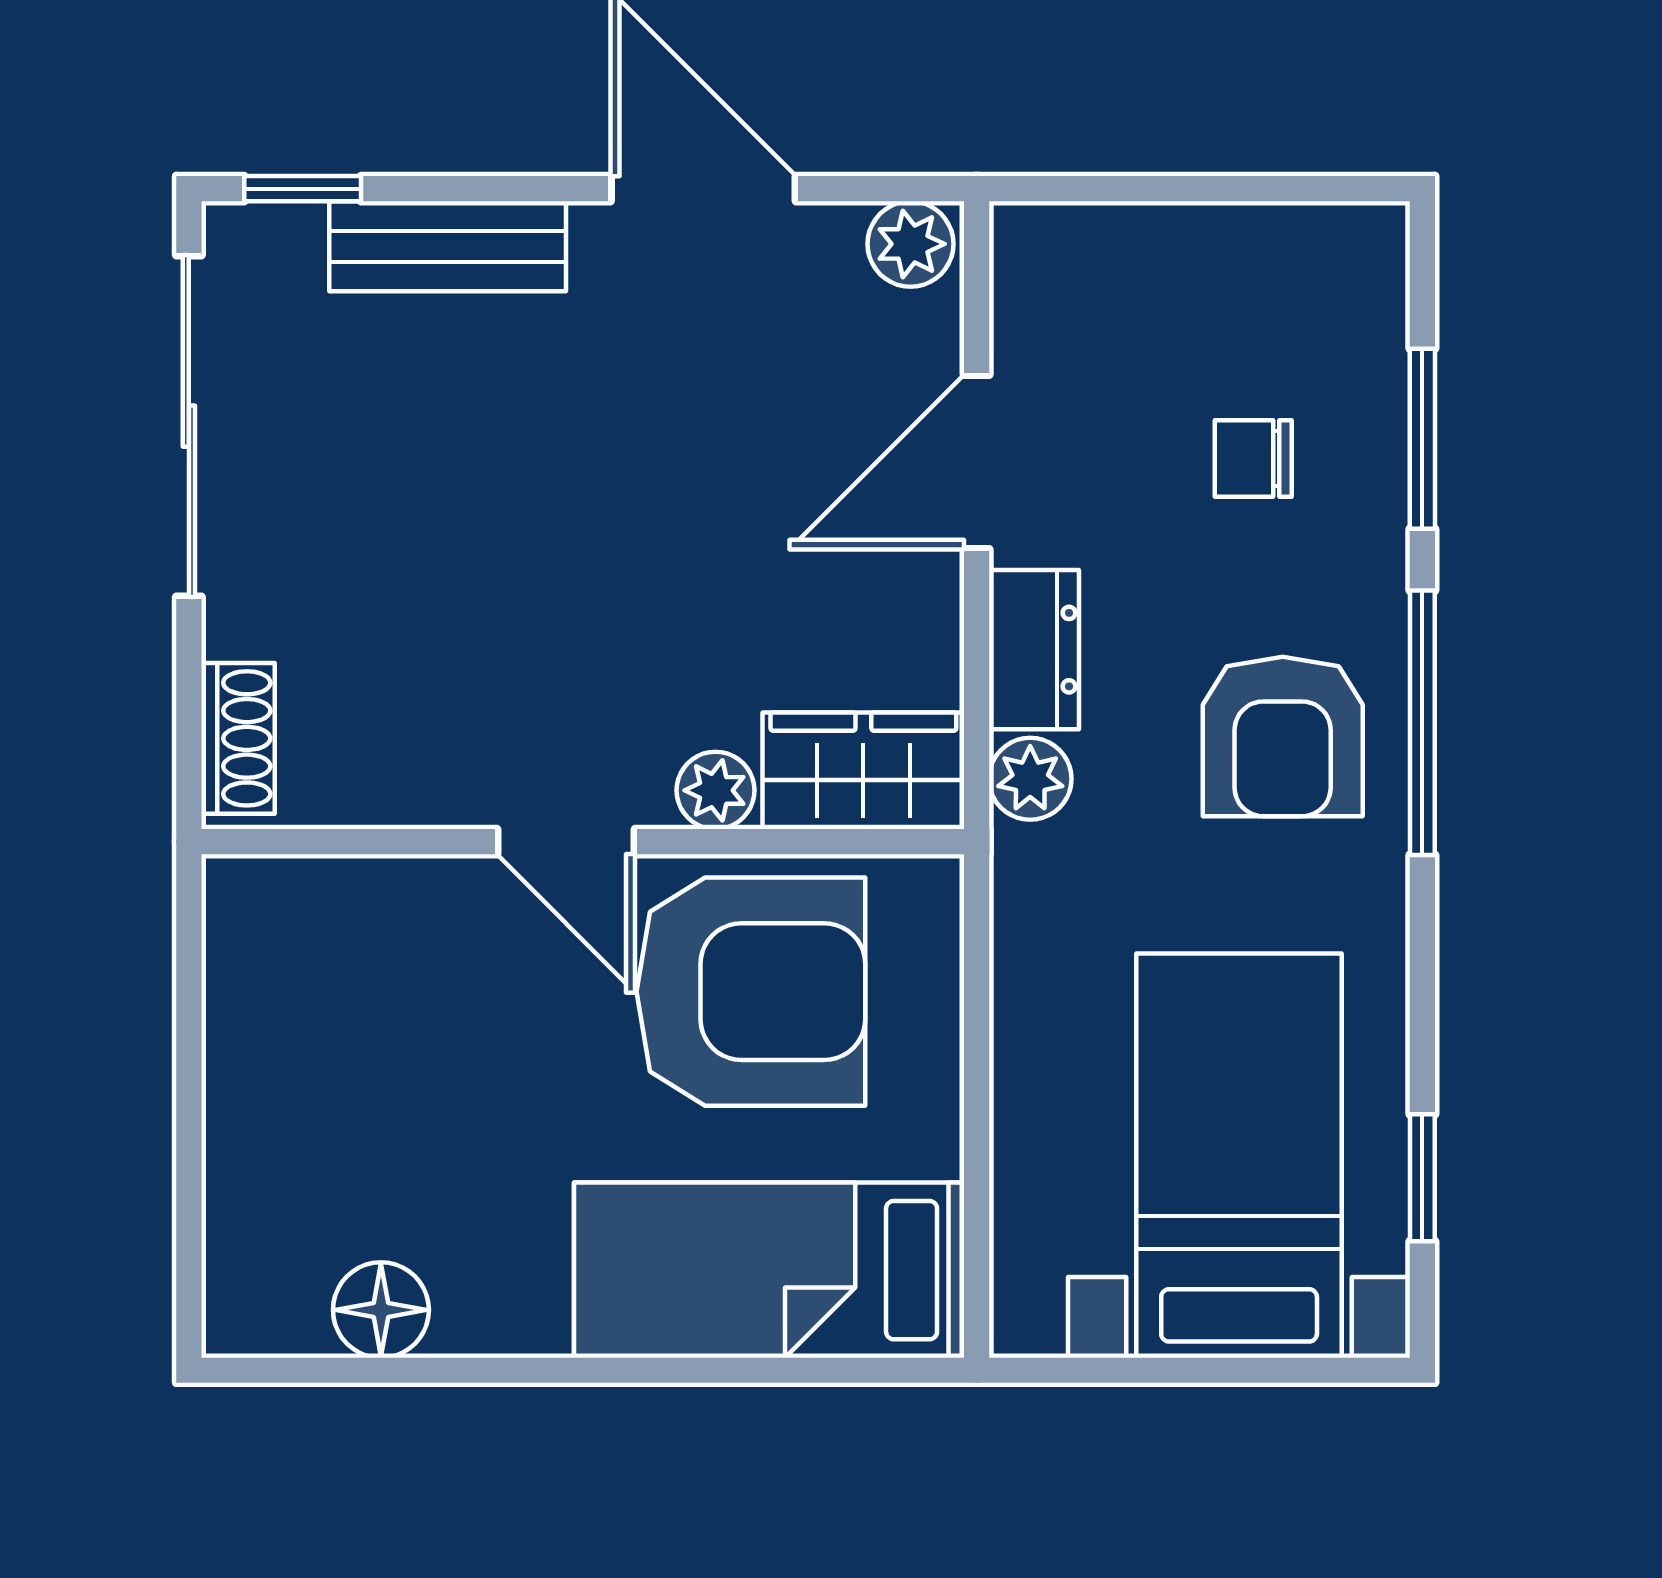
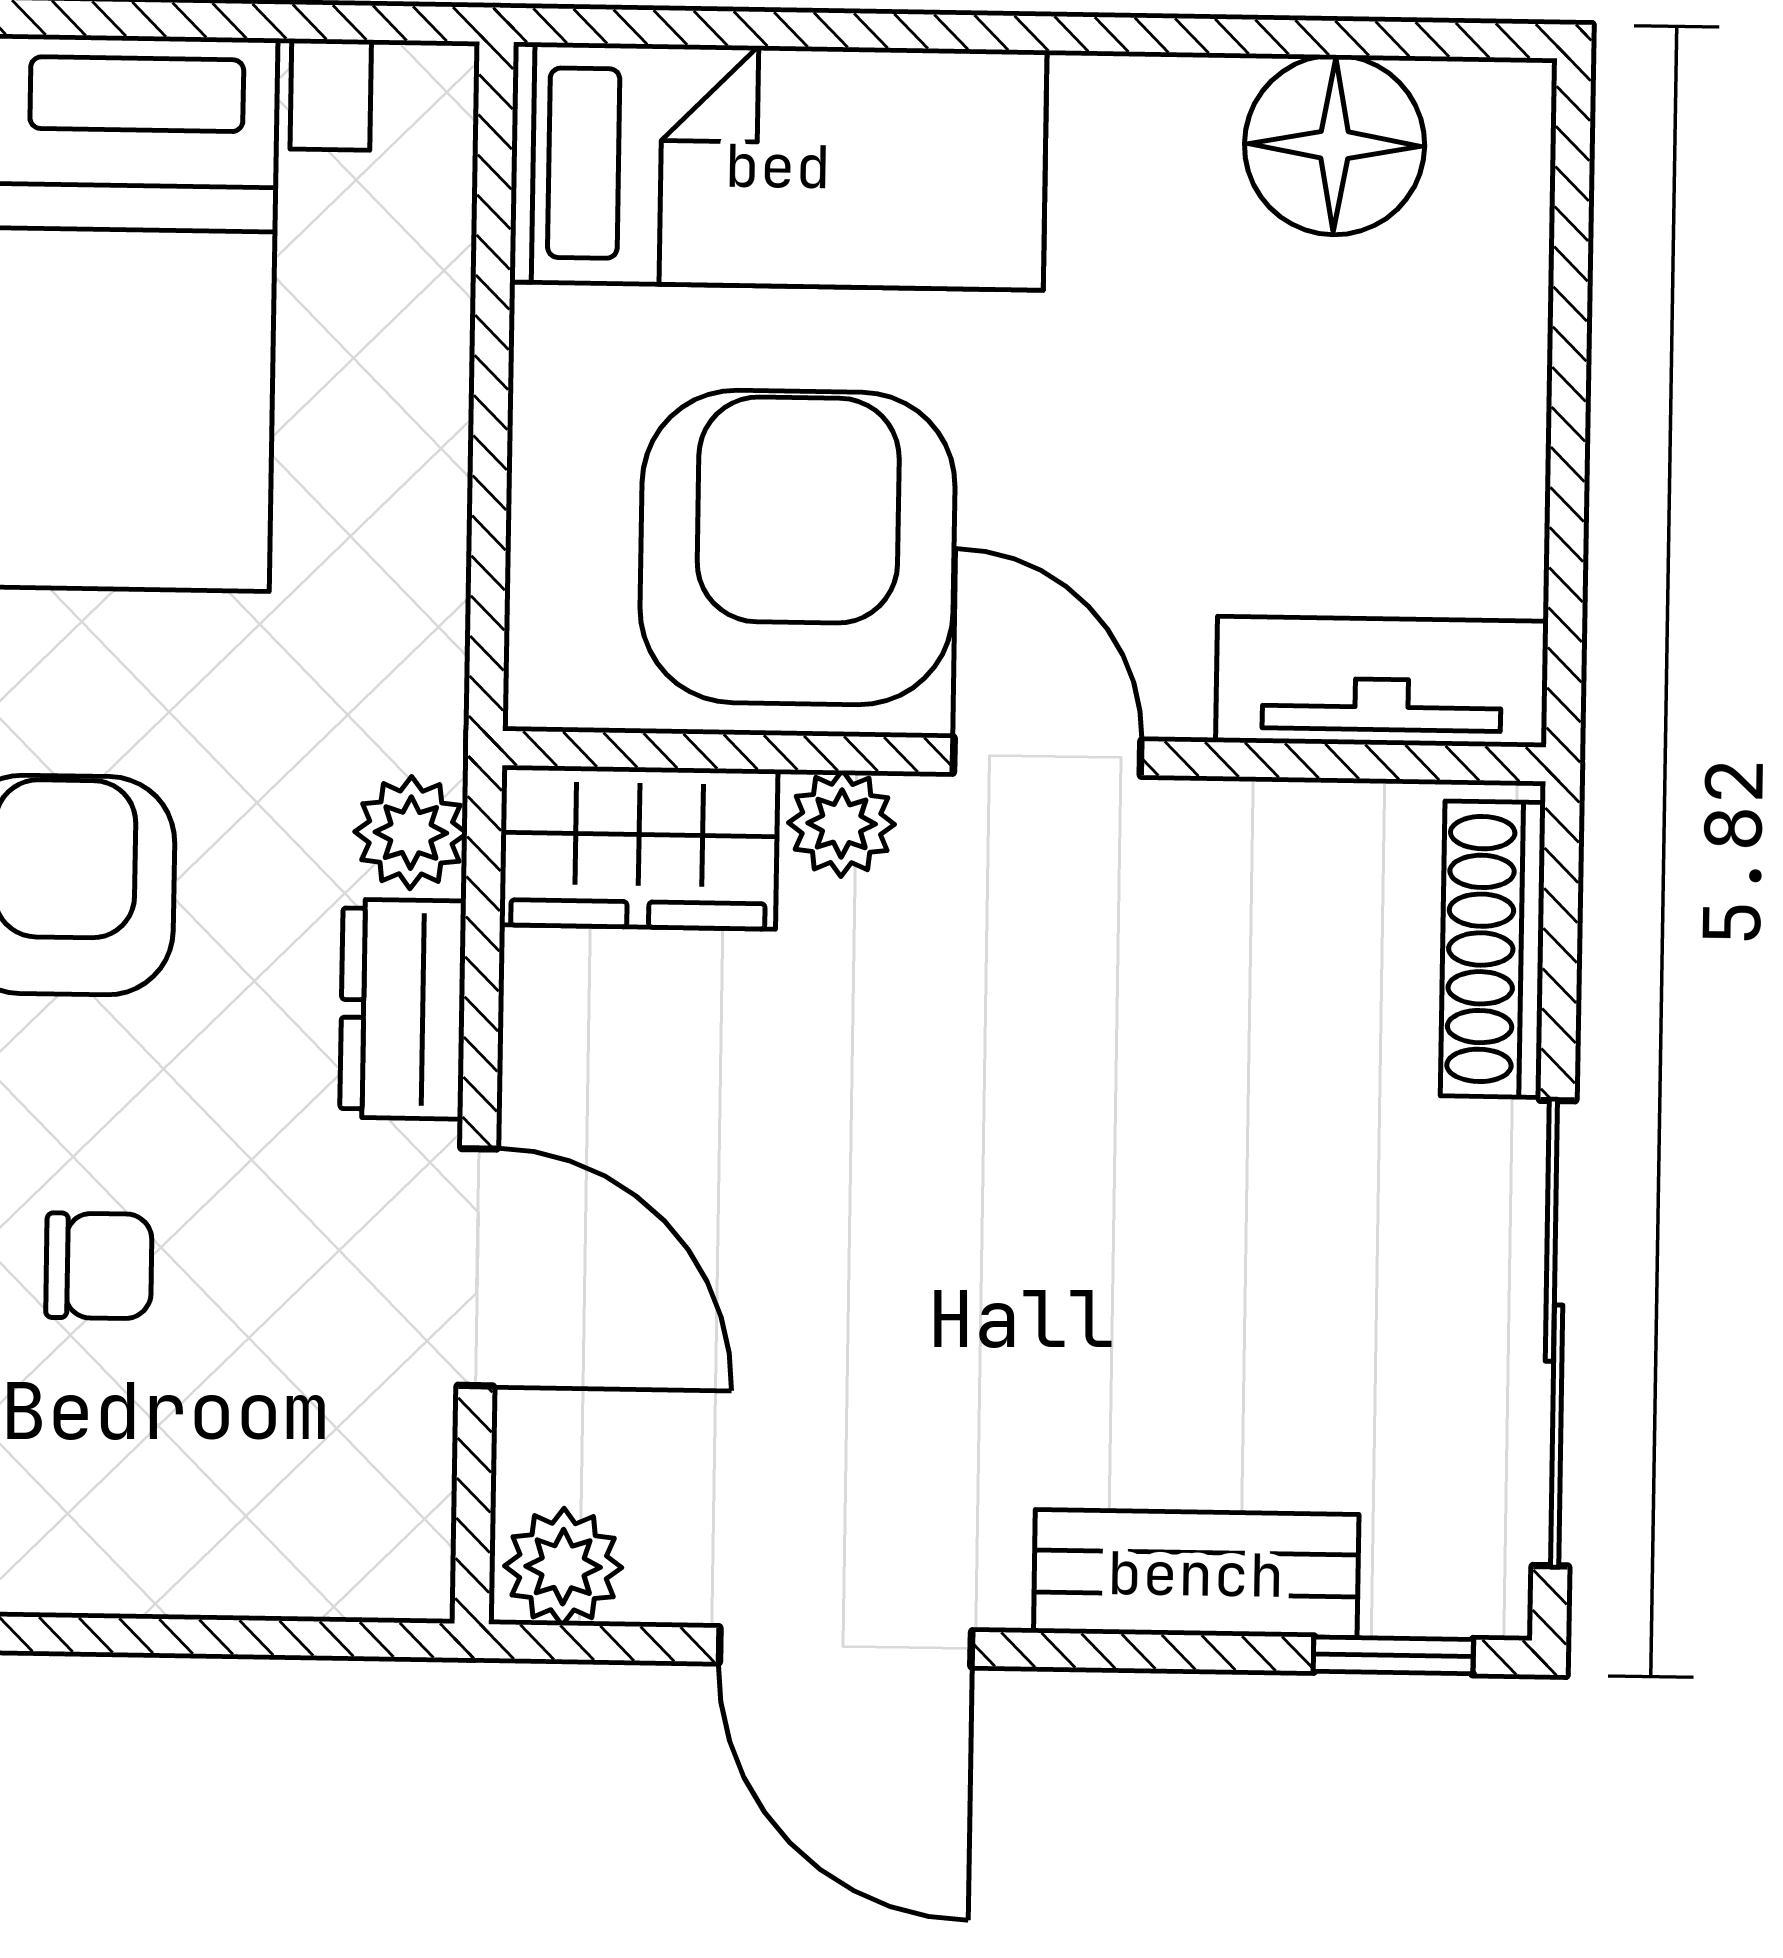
door: (977, 462) -> (477, 1267), hinge flipped
shoe rack: (238, 738) -> (1493, 949), width x1.43
tv unit: (322, 900) -> (1382, 682), added
armchair: (751, 992) -> (798, 548), turned 90
floor lamp: (381, 1310) -> (1335, 145), width x1.38, depth x1.38

